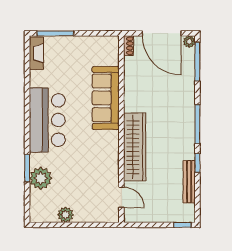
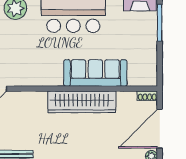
wardrobe: (135, 147) -> (82, 102), moved

